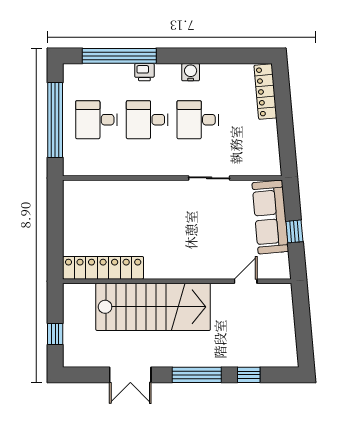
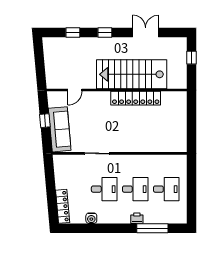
window: (119, 56) -> (152, 228), width x0.68
water cooler: (191, 72) -> (91, 218), moved
window: (55, 120) -> (192, 189), removed
locker: (103, 268) -> (136, 98), moved
window: (197, 375) -> (105, 32), width x0.46

